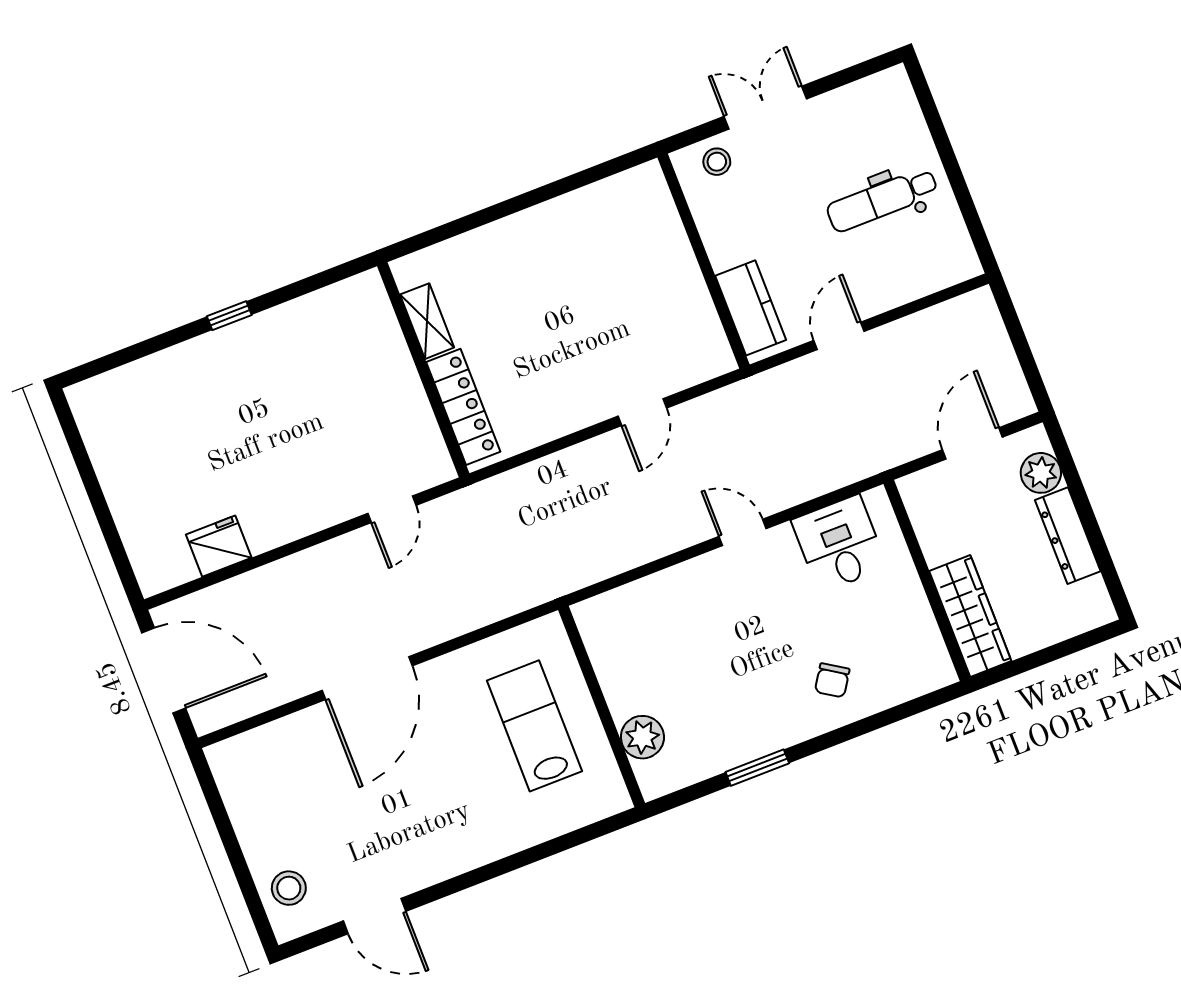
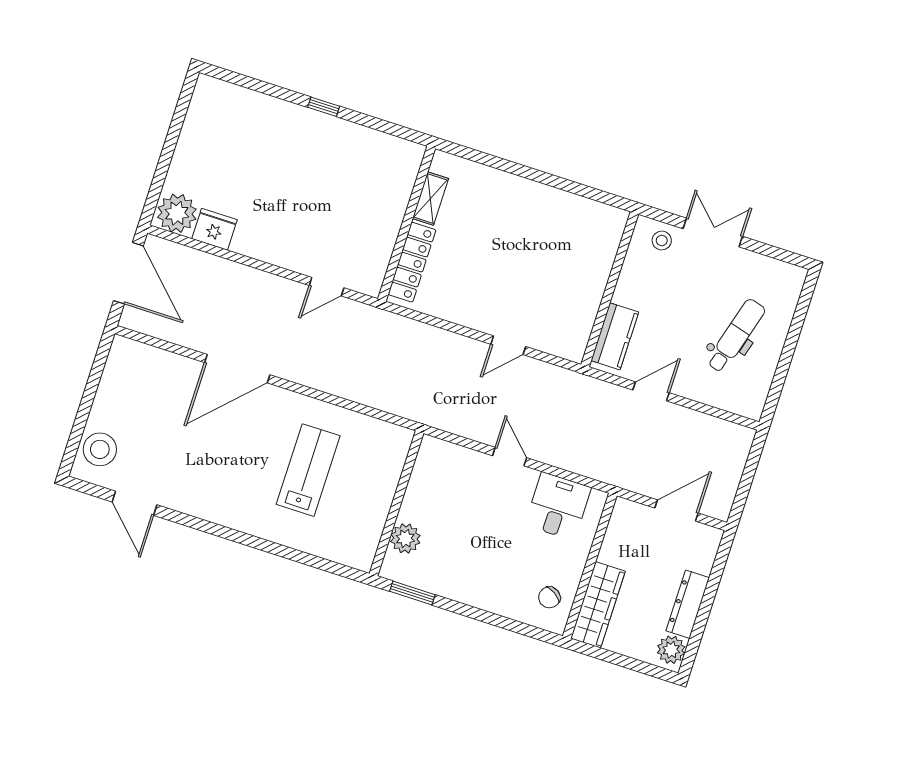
dental chair: (882, 200) -> (736, 336), turned 106
plant: (1041, 473) -> (671, 650), moved
plant: (163, 562) -> (177, 213), added
chair: (832, 680) -> (549, 597), moved
wall: (602, 707) -> (397, 503), moved
plant: (642, 737) -> (405, 538), moved
stool: (289, 888) -> (100, 449), width x1.38, depth x1.38

